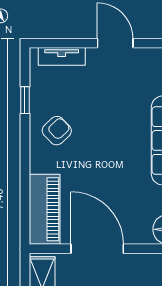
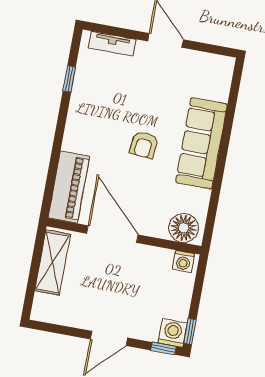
armchair: (57, 131) -> (144, 145), moved, turned 139

